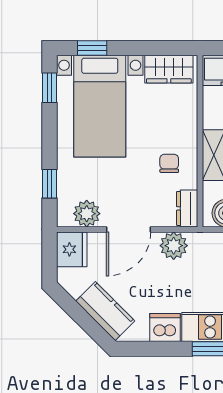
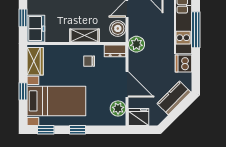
window: (92, 48) -> (23, 91), moved
window: (50, 184) -> (78, 130), moved
plant: (174, 246) -> (136, 44), moved

